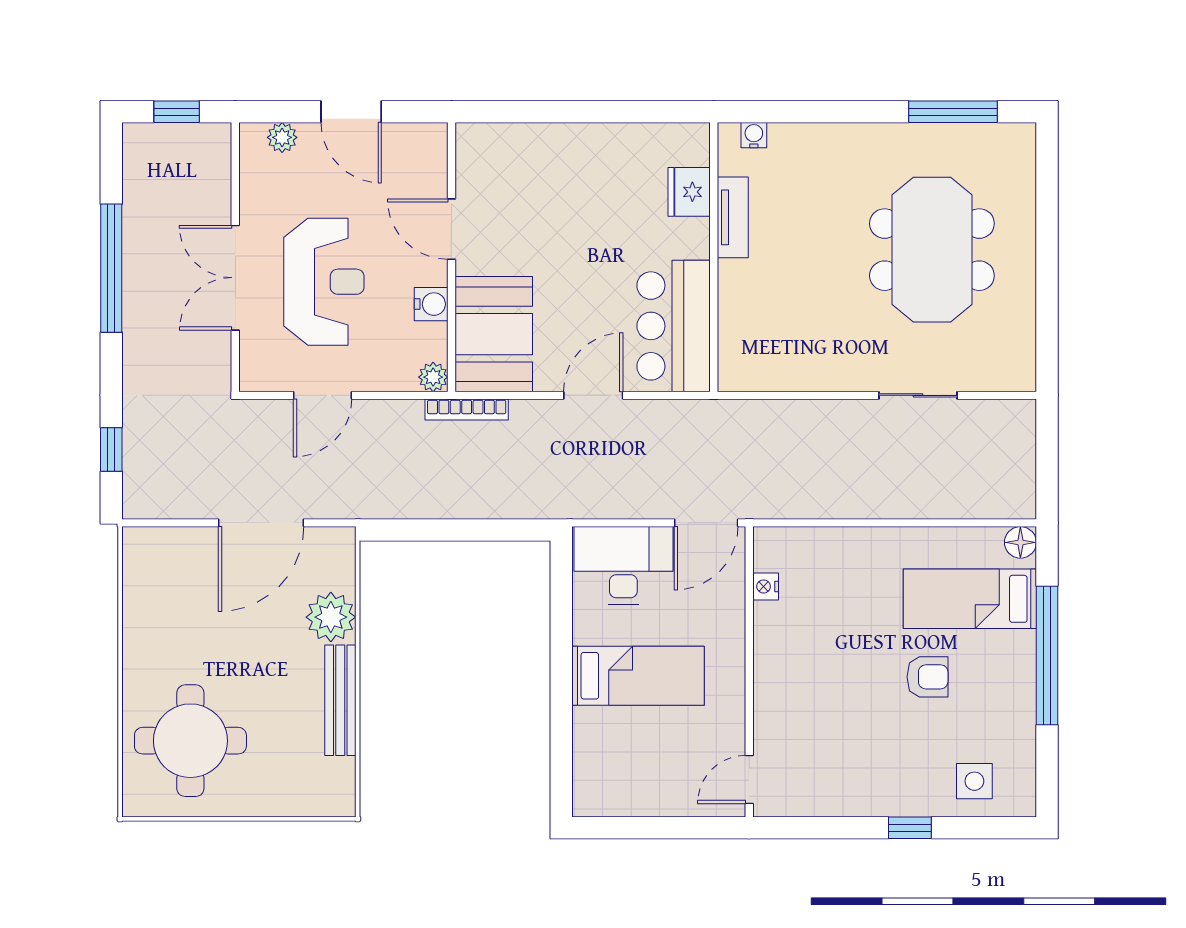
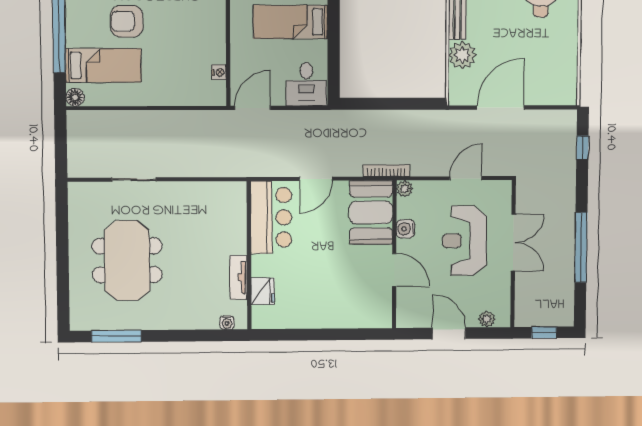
desk: (623, 565) -> (306, 84), width x0.73
armchair: (928, 677) -> (127, 21), width x1.38, depth x1.38

